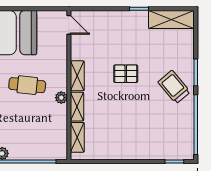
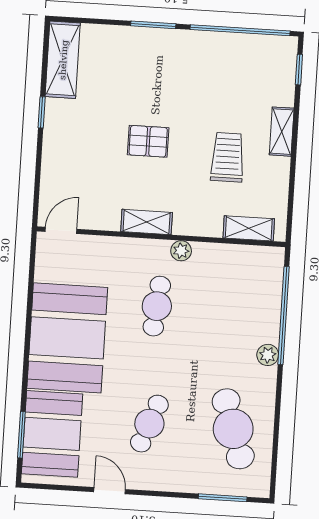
pallet: (126, 74) -> (148, 141), turned 90
trolley: (174, 87) -> (228, 157), moved, turned 130
shelving: (77, 107) -> (282, 132), moved, turned 90

